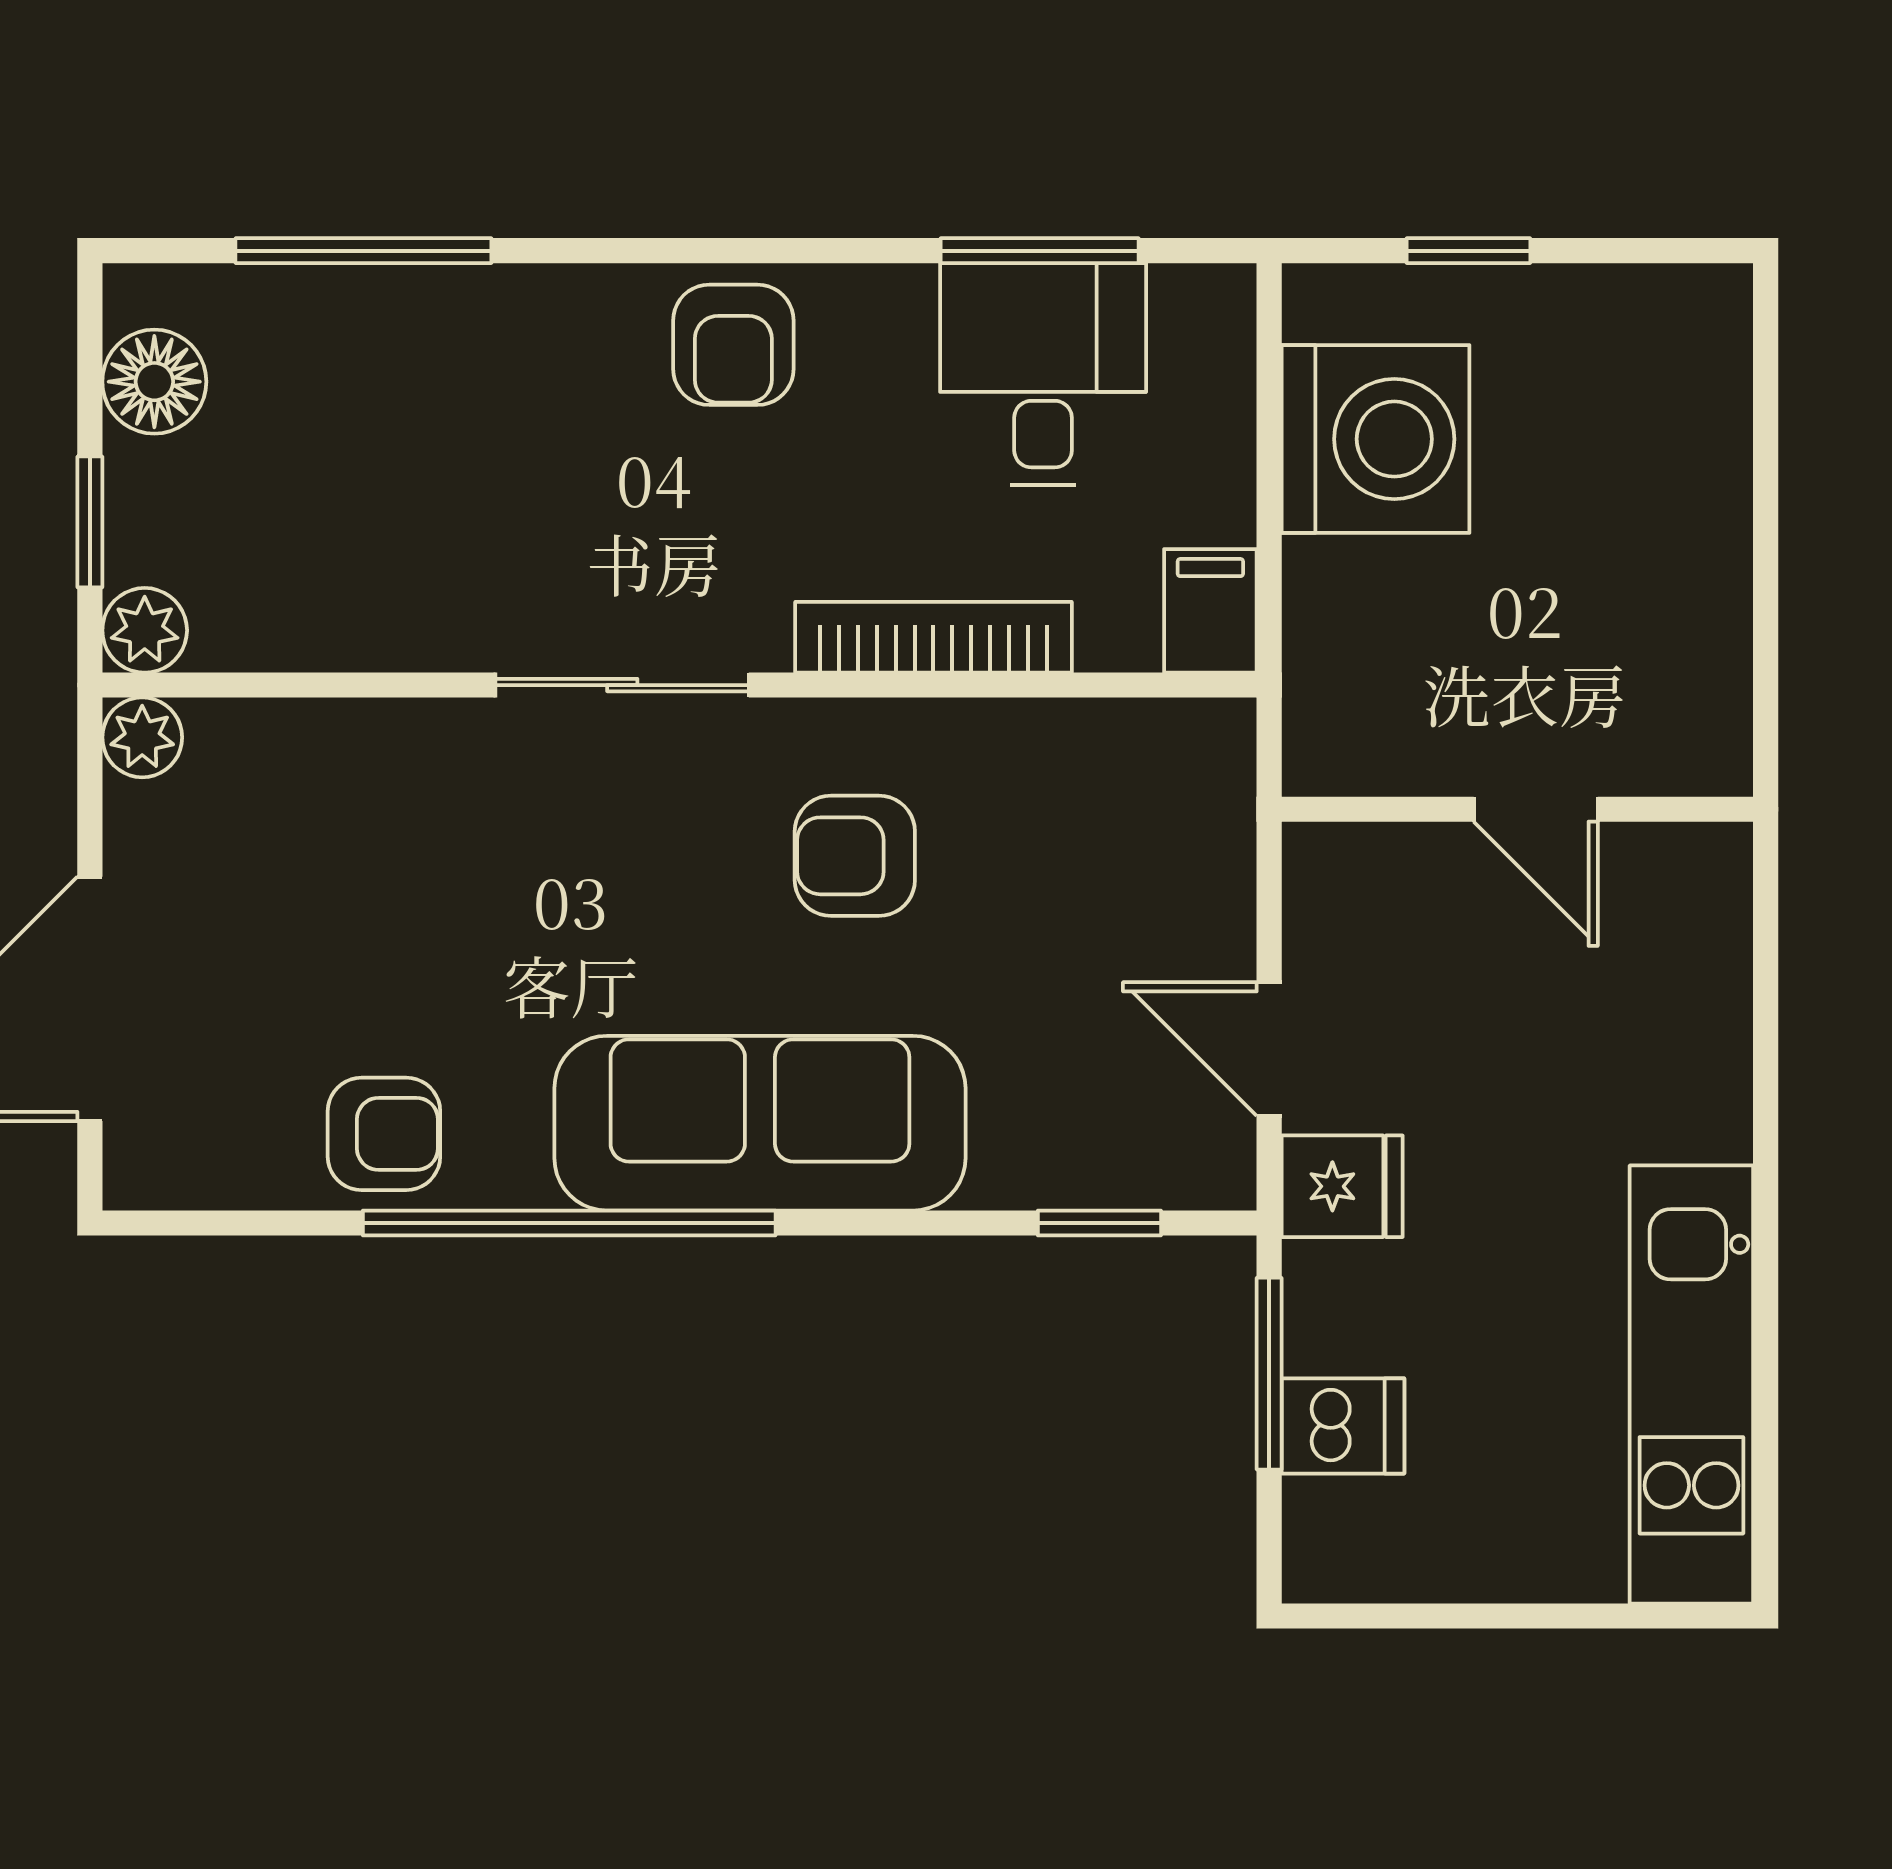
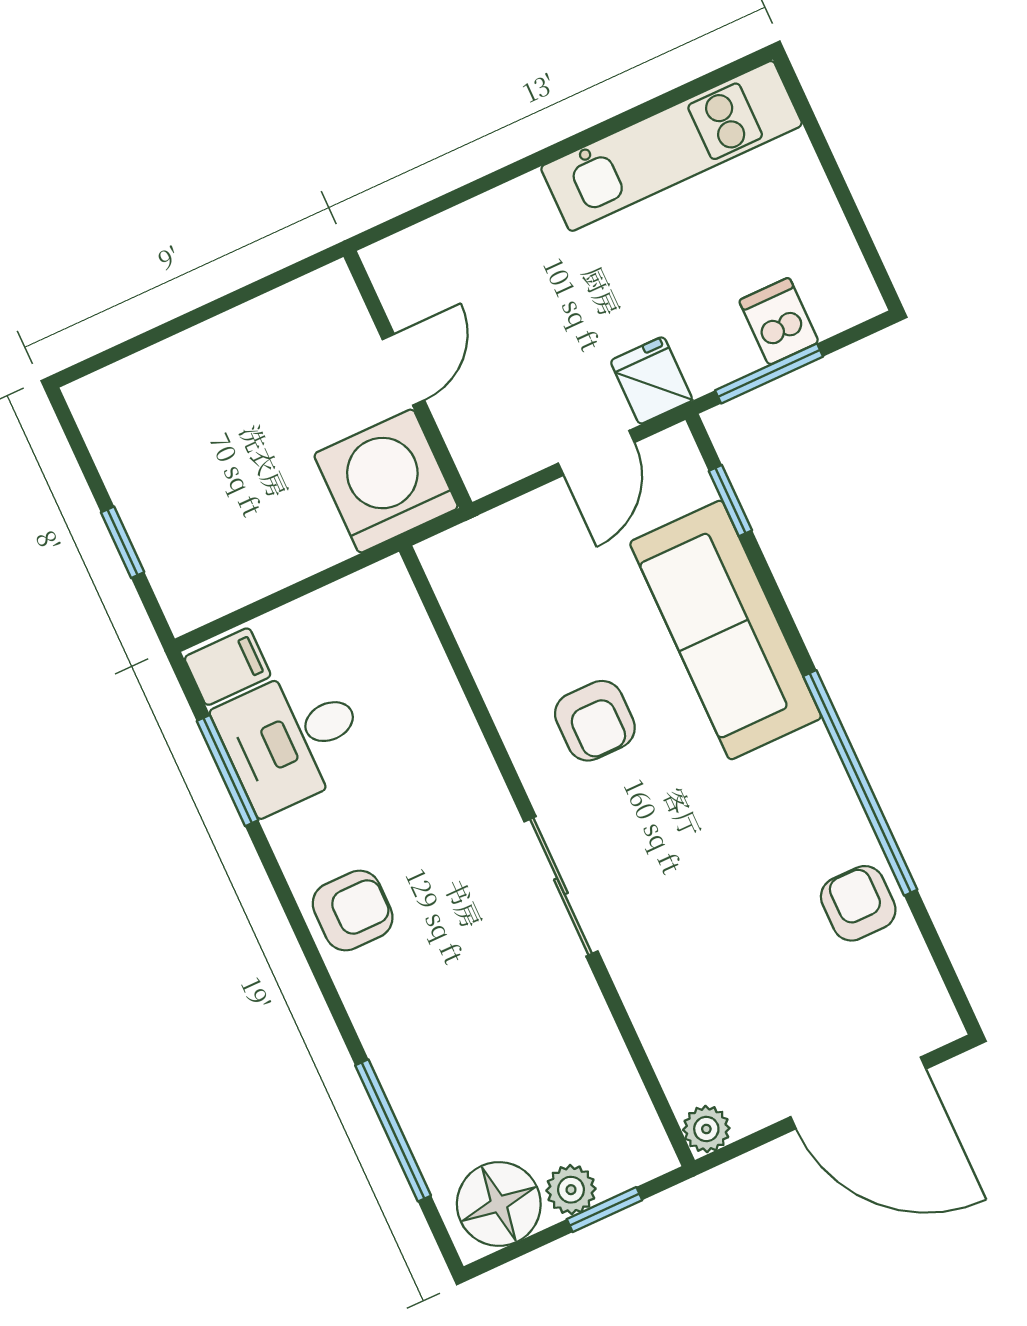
floor lamp: (154, 382) -> (499, 1204), width x1.38, depth x1.38
washing machine: (1376, 439) -> (386, 481), moved
filing cabinet: (1210, 611) -> (228, 667), moved, turned 180
plant: (145, 630) -> (571, 1190), moved
bookcase: (933, 637) -> (459, 732), removed
sofa: (760, 1123) -> (726, 630), moved

